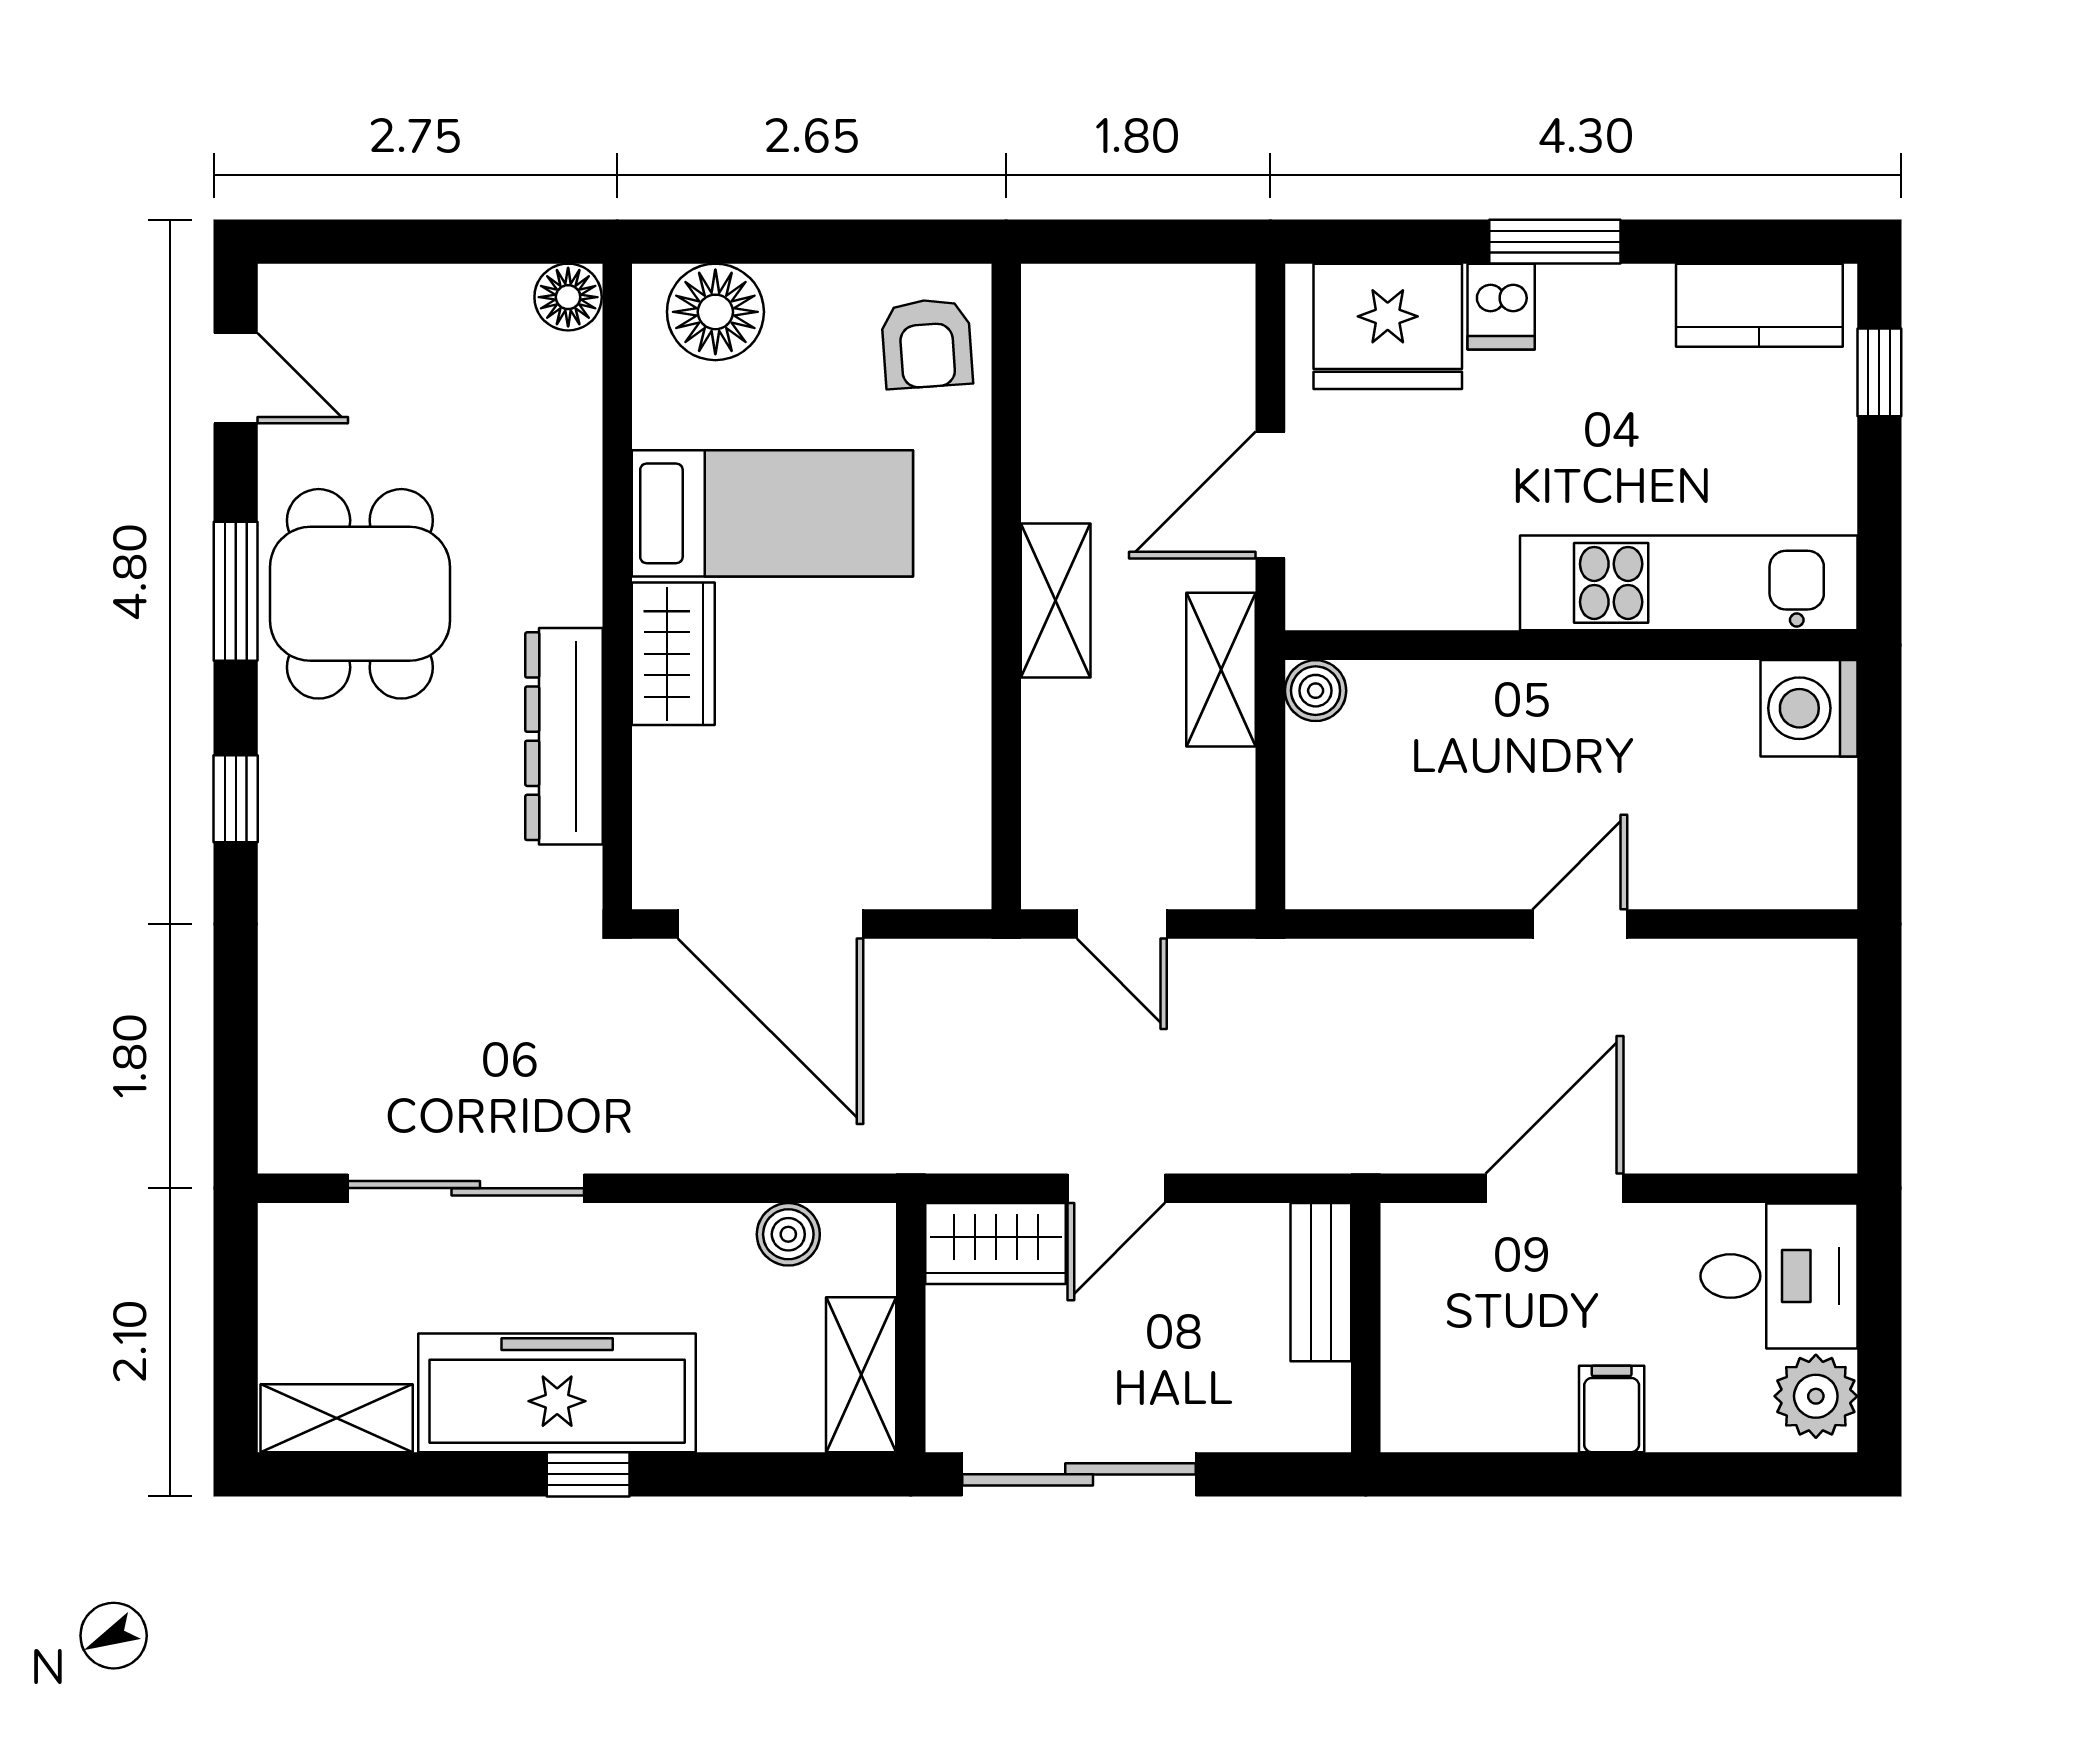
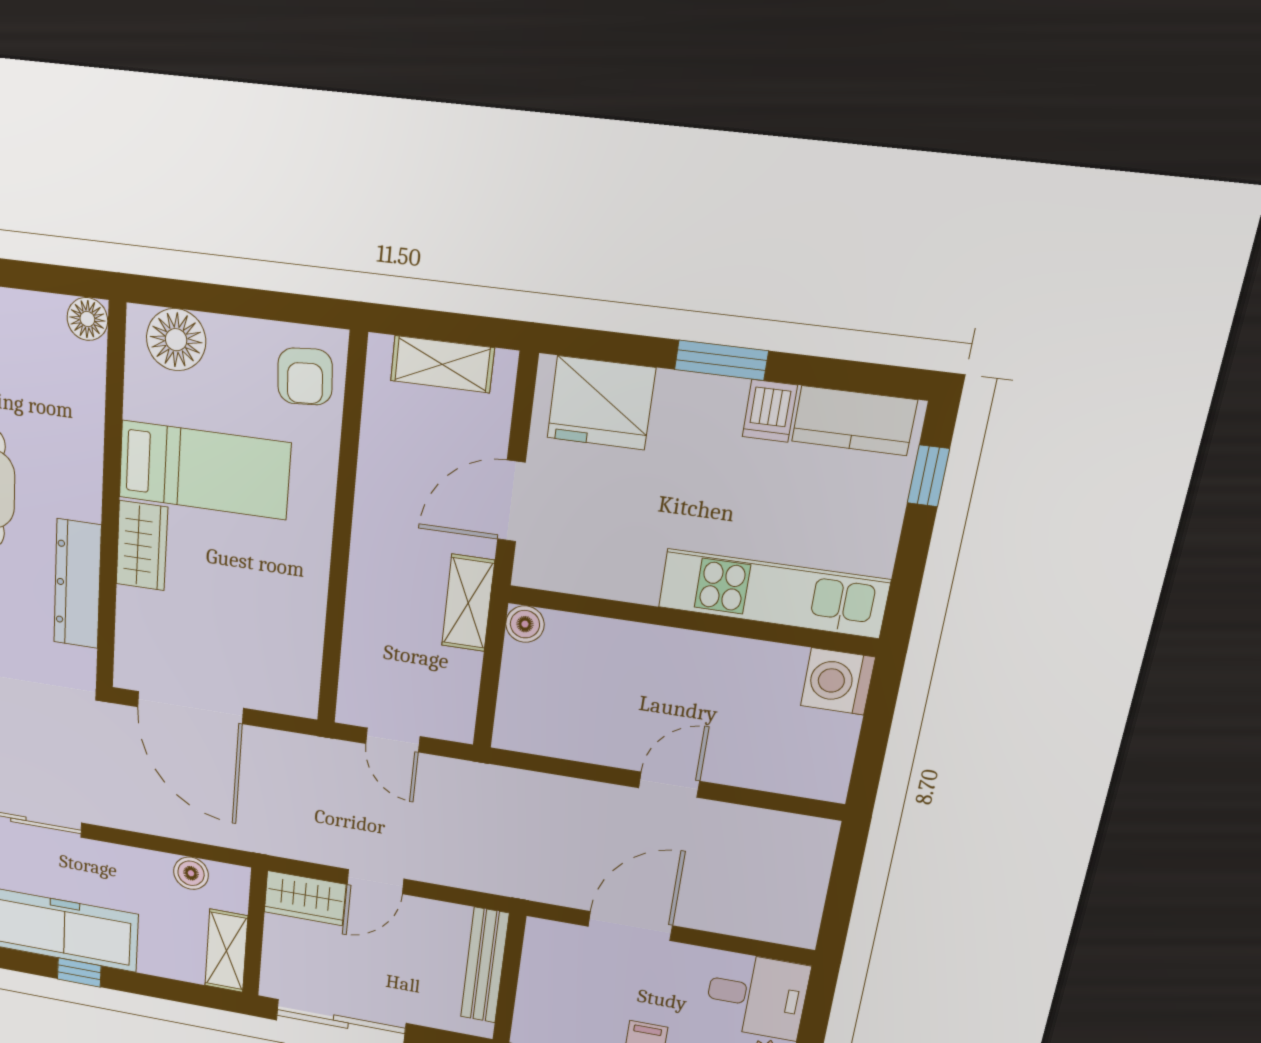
dishwasher: (1501, 307) -> (770, 411), moved
shelving: (1056, 601) -> (442, 364), moved, turned 90
bench: (1321, 1282) -> (485, 965), width x1.36

